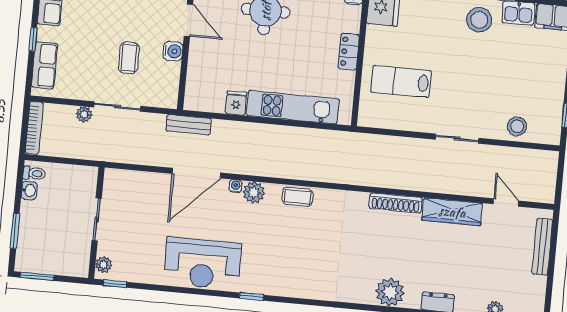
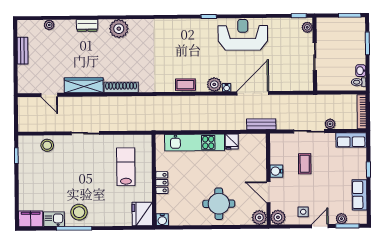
row of seats: (44, 65) -> (351, 140), moved, turned -90
lab bench: (401, 81) -> (126, 167), turned -90
bench: (542, 247) -> (22, 51), moved, width x0.73

